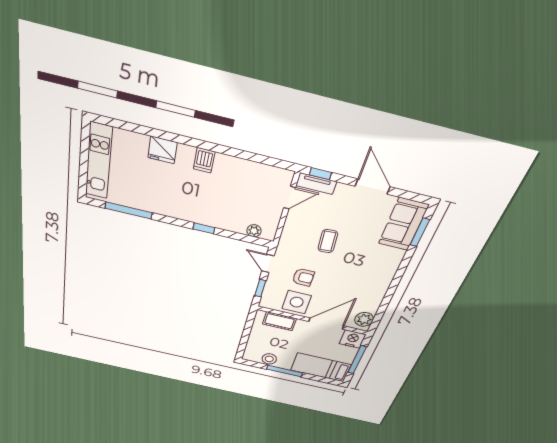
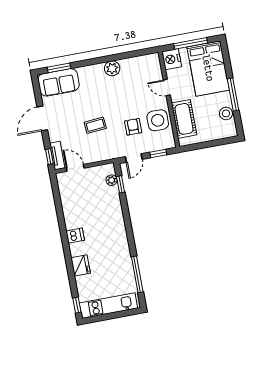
window: (110, 122) -> (77, 305), added
window: (204, 228) -> (121, 184), moved
plant: (364, 319) -> (112, 68), moved
cot: (279, 321) -> (184, 119), width x1.37, depth x1.34
door: (326, 324) -> (167, 88), width x0.53
bed: (321, 367) -> (208, 68), width x1.50

